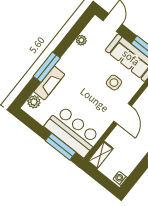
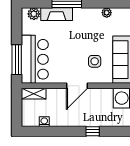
washing machine: (120, 178) -> (44, 122), moved

